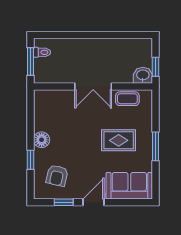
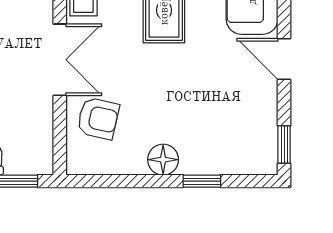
armchair: (57, 176) -> (98, 118), moved
window: (64, 202) -> (284, 144), moved

